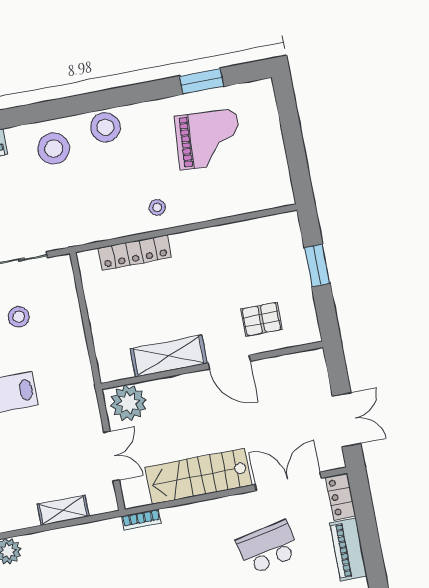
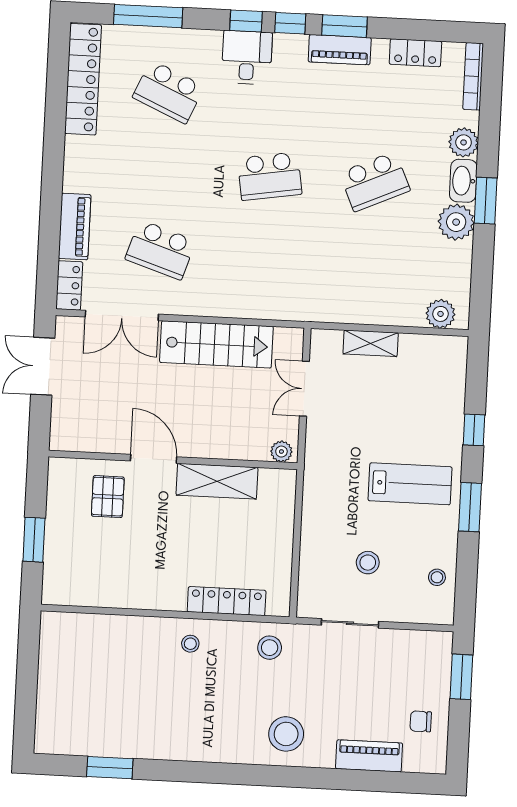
stool: (105, 127) -> (270, 648), moved, width x0.73, depth x0.73
grand piano: (208, 139) -> (118, 703), removed
pallet: (261, 319) -> (108, 497), turned 90
plant: (128, 403) -> (281, 452), width x0.53, depth x0.53
bookcase: (141, 520) -> (289, 313), removed
school desk: (268, 547) -> (160, 250), turned 30

